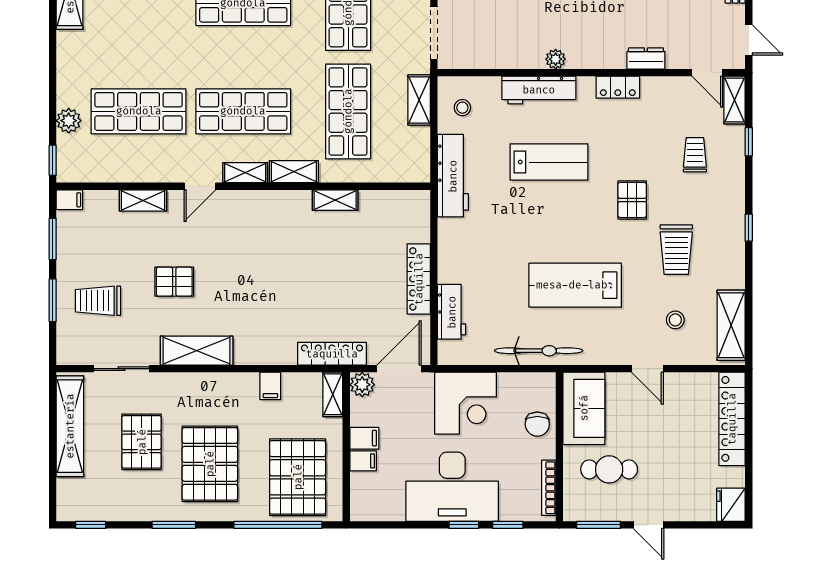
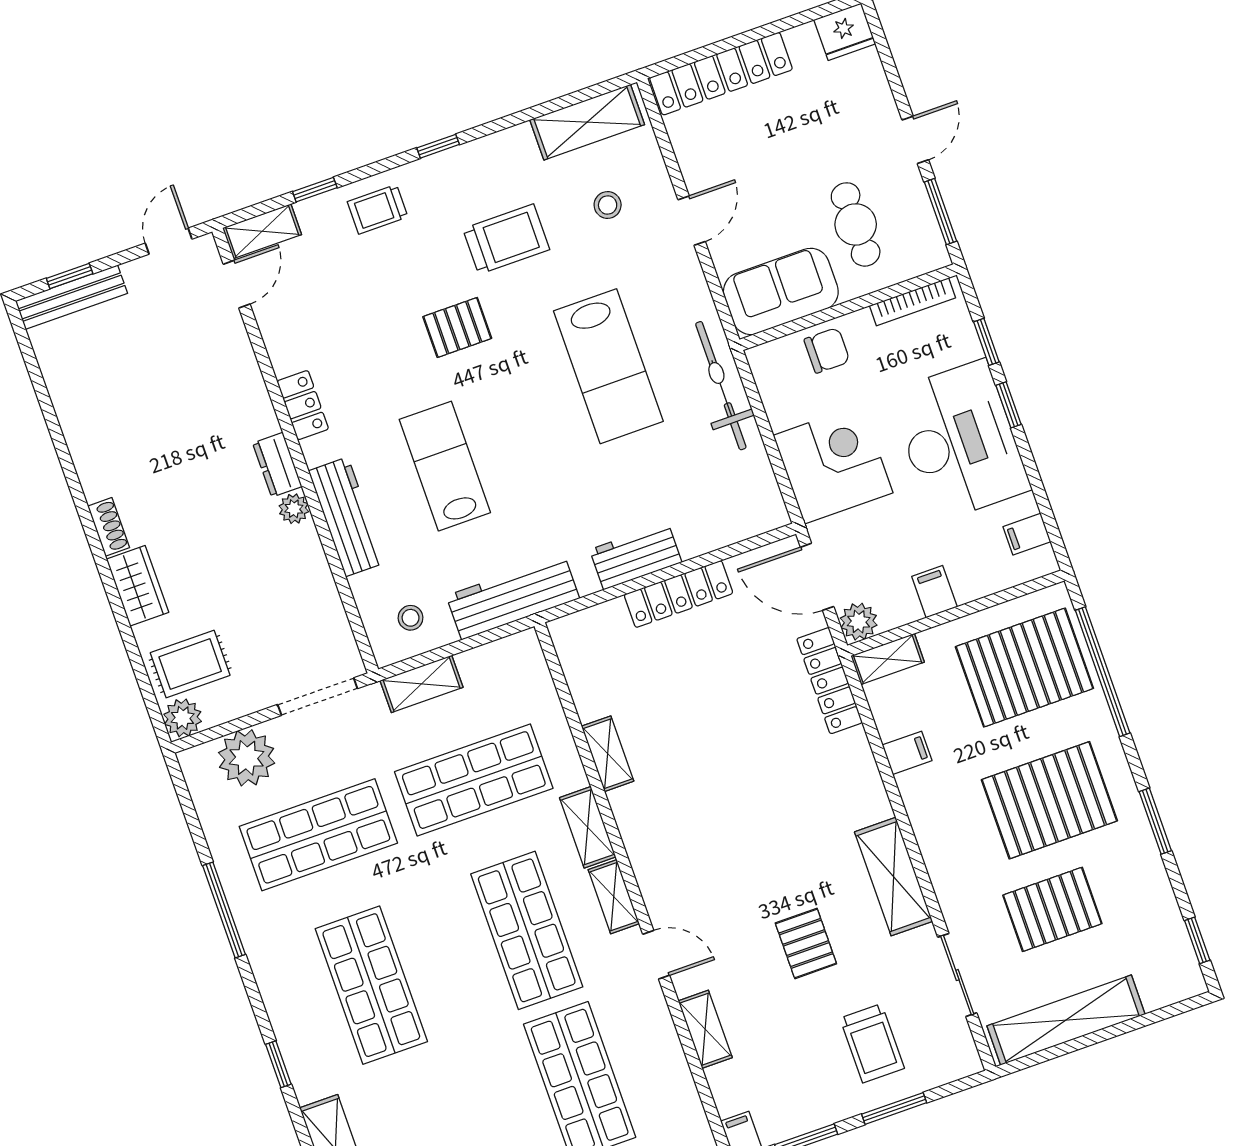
dresser: (646, 58) -> (277, 465), moved
trolley: (695, 155) -> (378, 209), moved
workbench: (452, 312) -> (636, 556), moved
filing cabinet: (363, 461) -> (1027, 534), moved, turned -90

